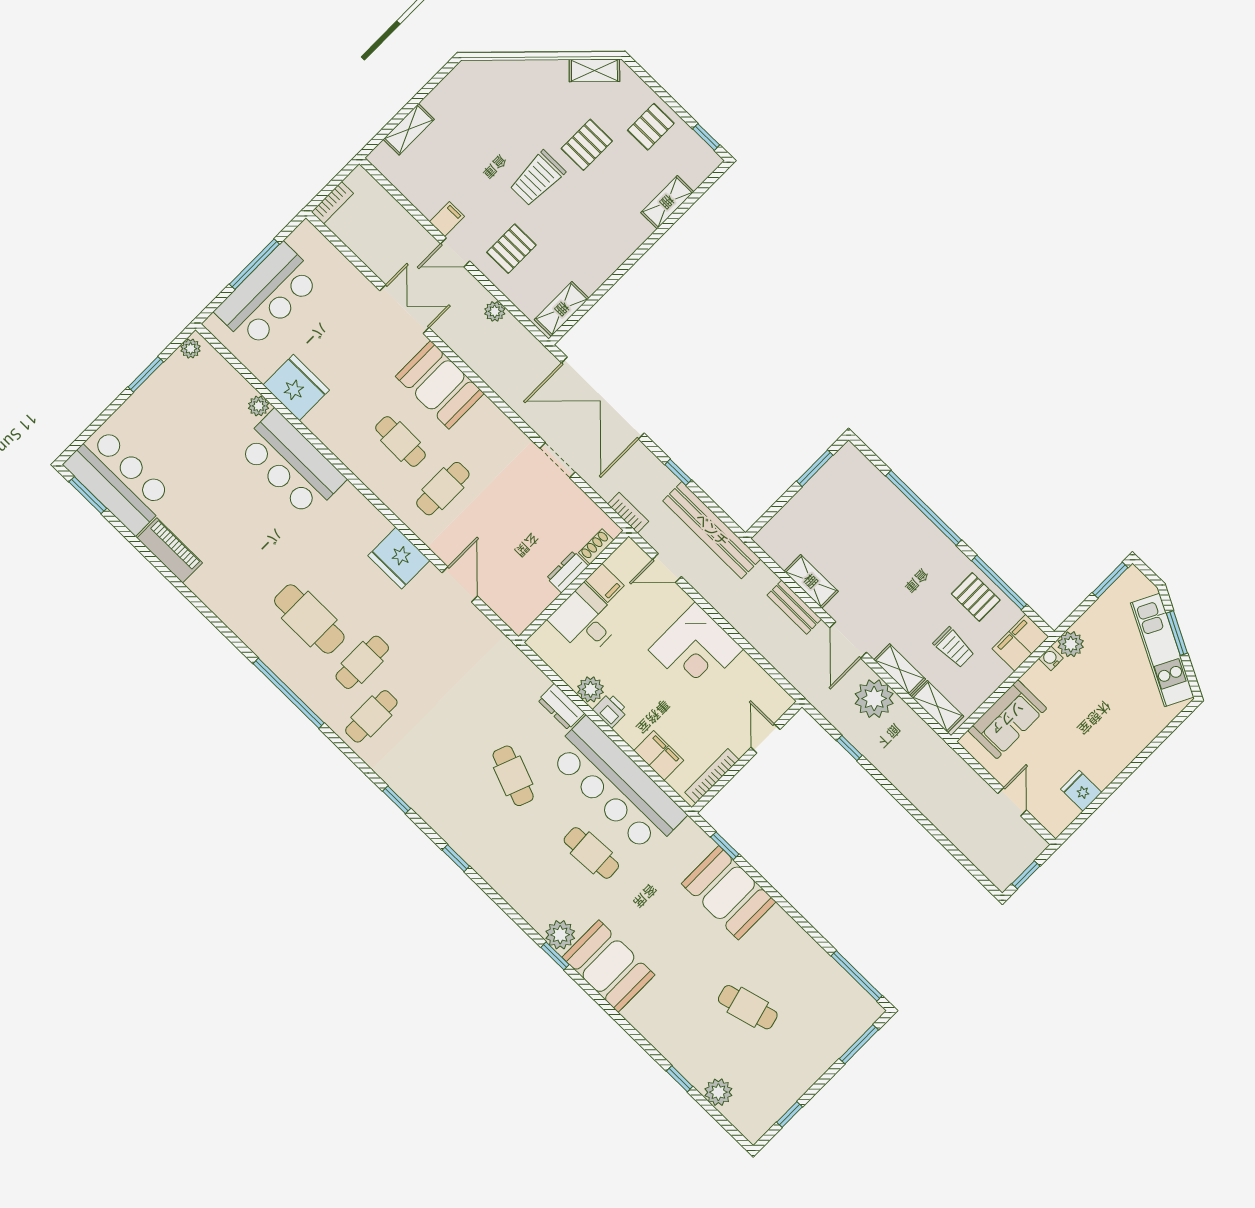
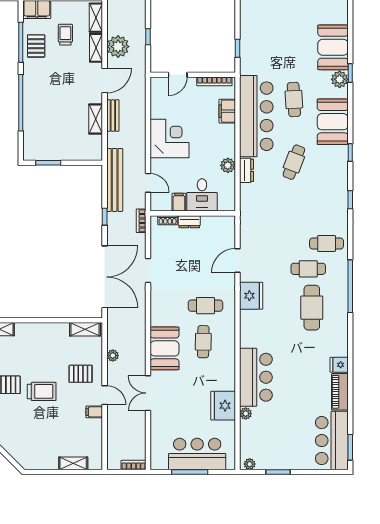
fridge: (204, 583) -> (339, 365), added
printer: (610, 710) -> (228, 149), removed
booth: (729, 893) -> (333, 122), moved

